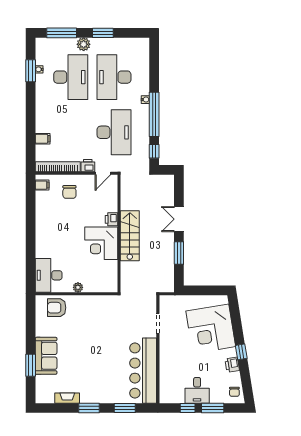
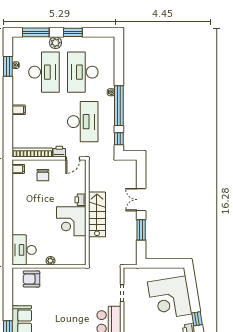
filing cabinet: (43, 139) -> (19, 110), moved

